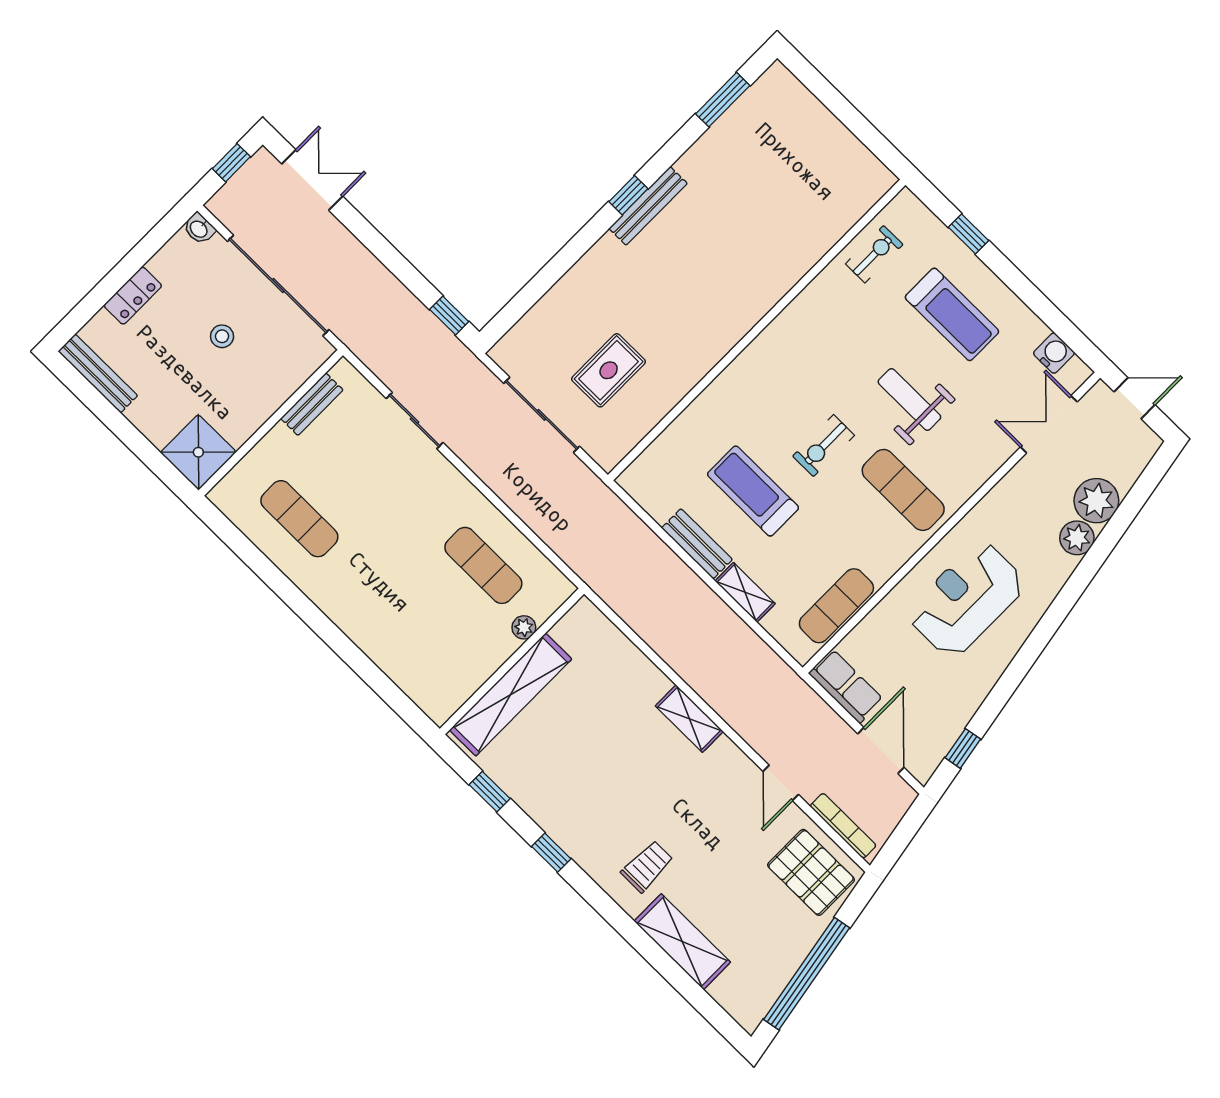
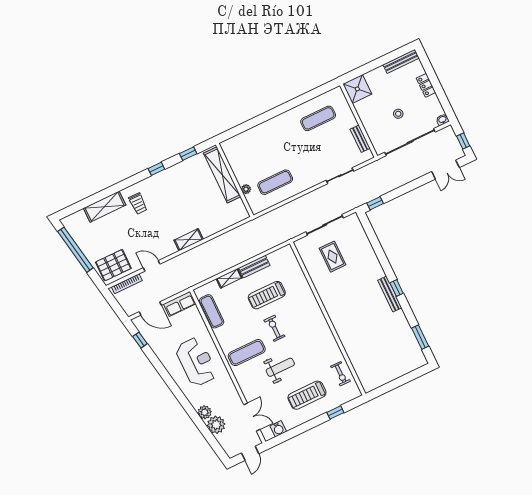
treadmill: (753, 491) -> (267, 295), turned 180

